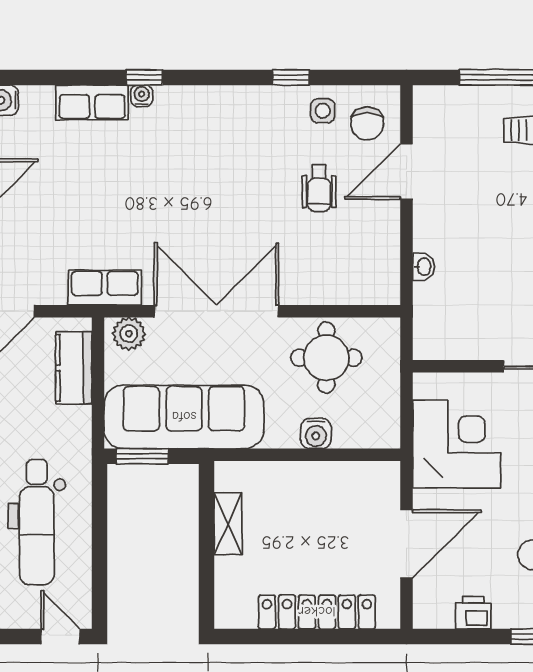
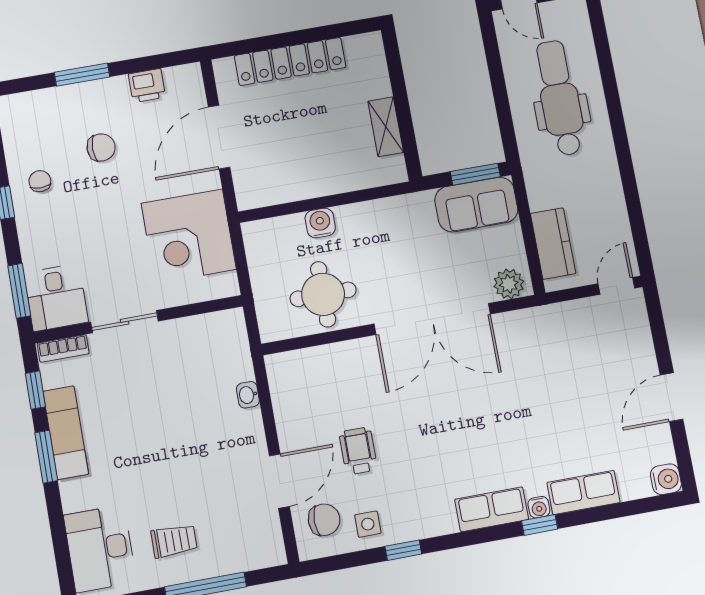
chair: (367, 123) -> (324, 520), turned 90
row of seats: (105, 288) -> (492, 509), moved, turned 180
sofa: (184, 417) -> (476, 205), width x0.54, depth x0.79

